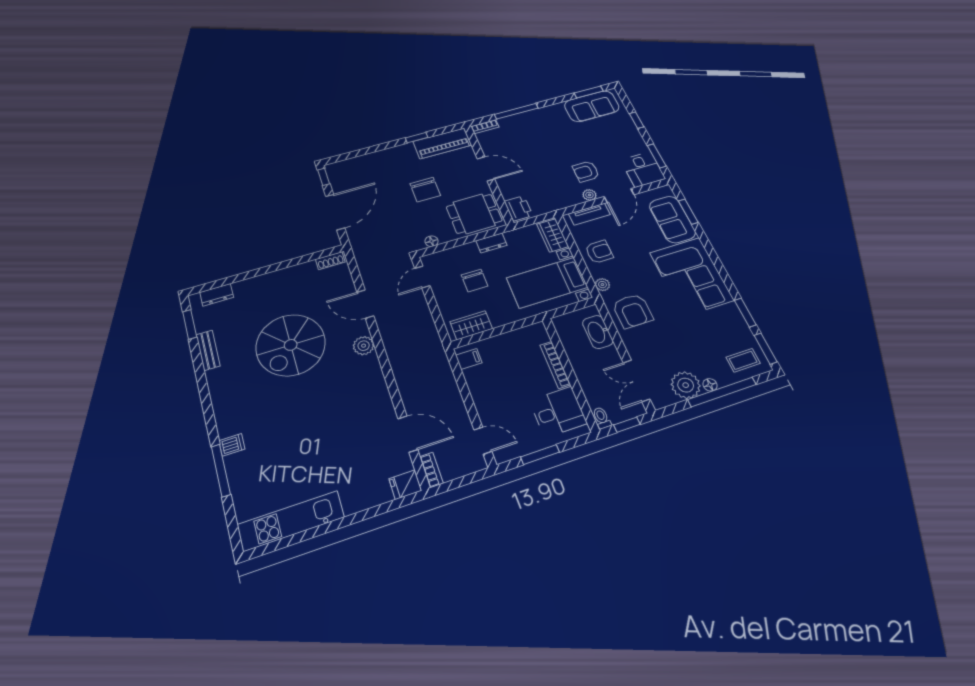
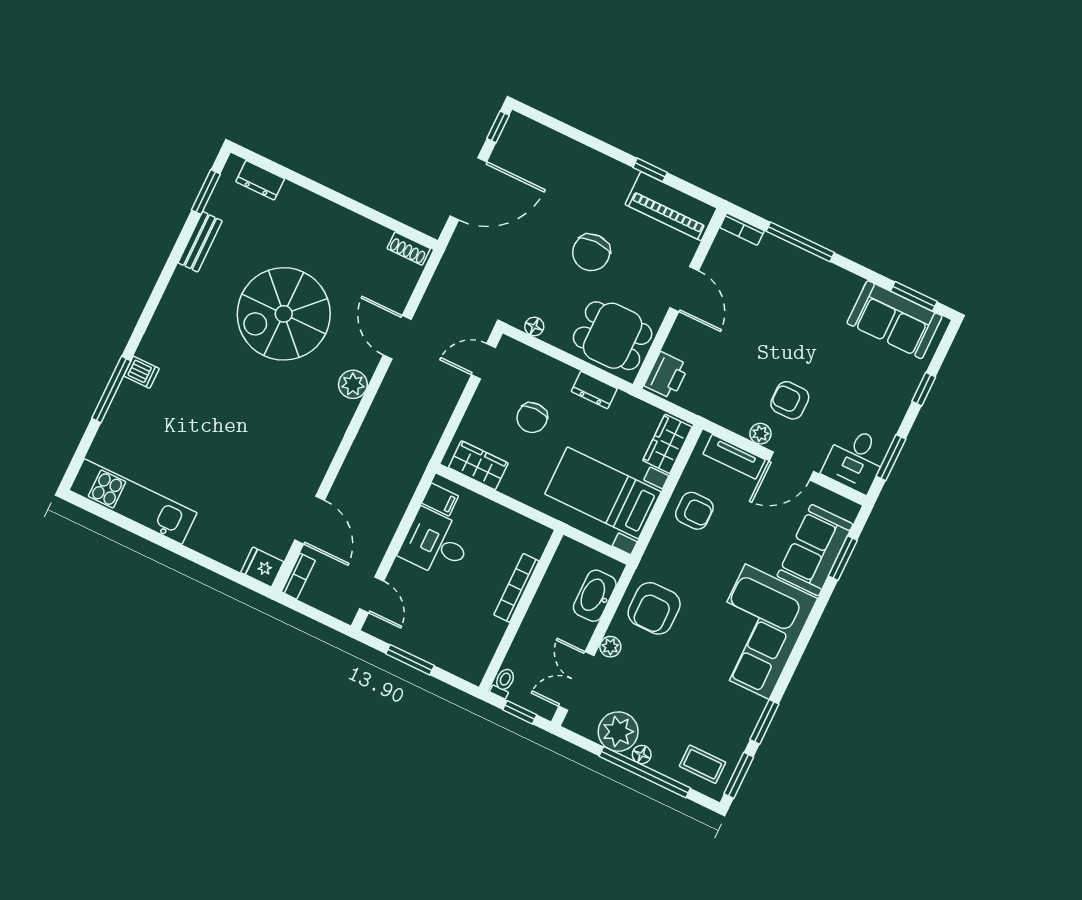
plant: (602, 285) -> (610, 647), moved
desk: (558, 412) -> (436, 543), moved, turned 180

